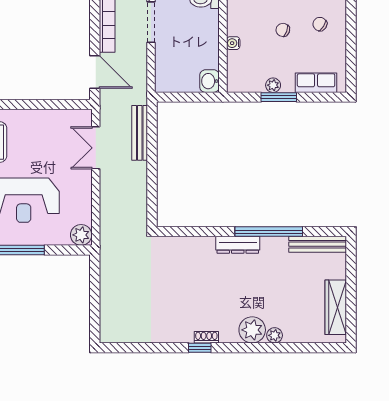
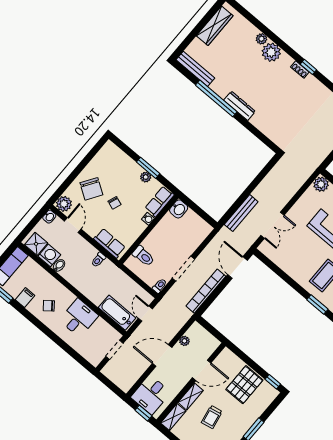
chair: (320, 24) -> (91, 189), width x1.87, depth x1.87
row of seats: (316, 83) -> (160, 201), moved, turned 90

